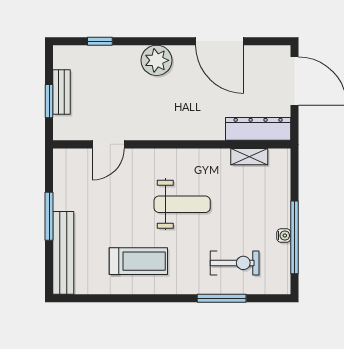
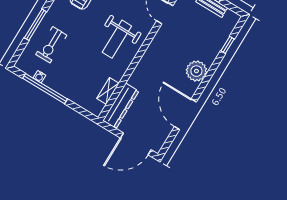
door: (220, 41) -> (185, 114), hinge flipped
weight bench: (182, 204) -> (117, 39), moved
water cooler: (284, 236) -> (39, 77), moved

